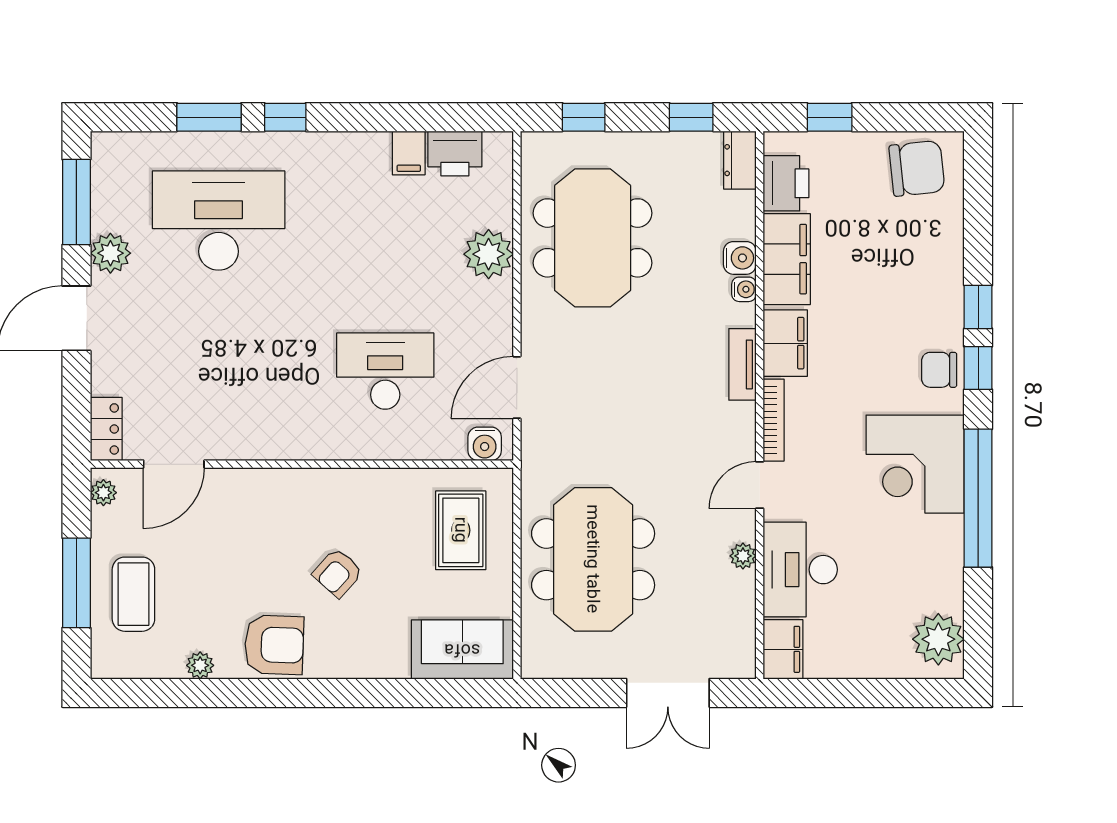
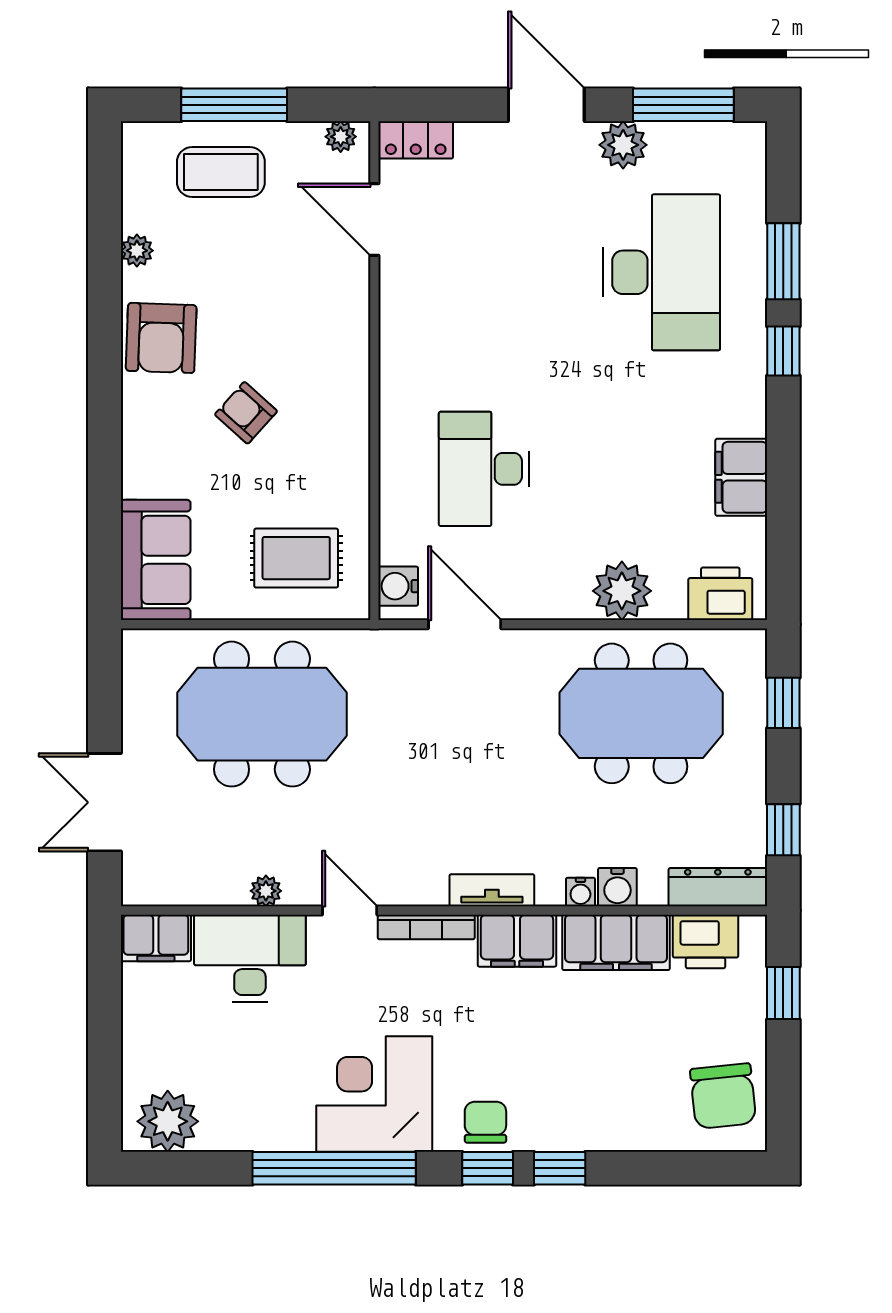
filing cabinet: (409, 153) -> (741, 477), width x2.00
printer: (455, 153) -> (720, 594), moved, turned 90
dresser: (740, 160) -> (718, 887), width x1.44
desk: (385, 371) -> (484, 469), turned 180

